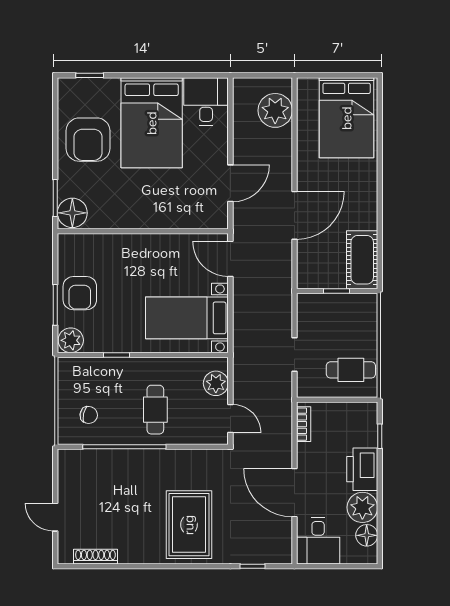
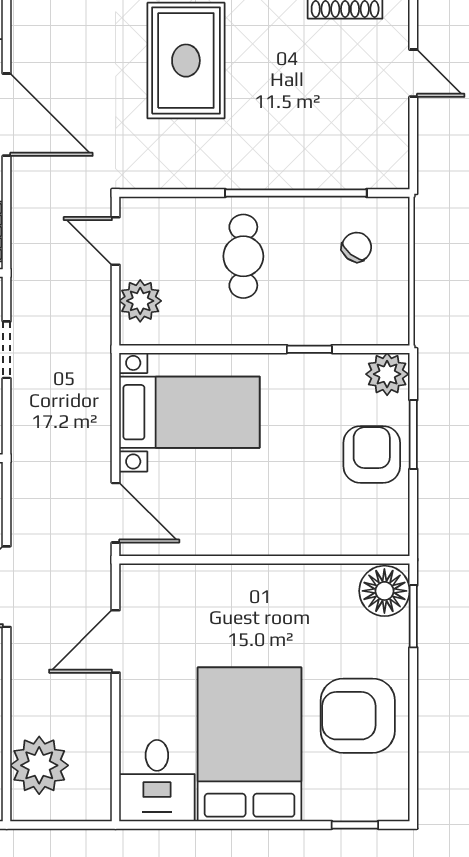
armchair: (88, 140) -> (358, 716), turned -90
chair: (89, 415) -> (357, 247), turned 118

